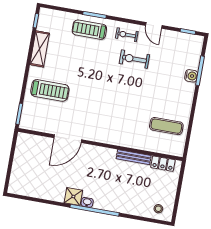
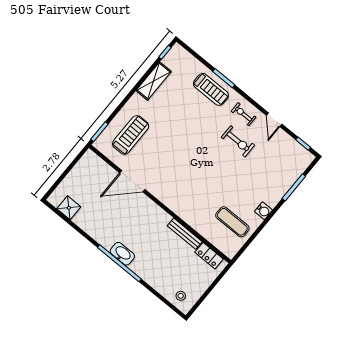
treadmill: (89, 30) -> (211, 89), turned 180
exercise bike: (134, 59) -> (238, 141), turned 180
water cooler: (191, 76) -> (263, 211), moved
treadmill: (50, 90) -> (131, 135), moved, turned -90
shower: (73, 197) -> (69, 208), moved
washbasin: (87, 202) -> (122, 254), width x1.91, depth x1.45

